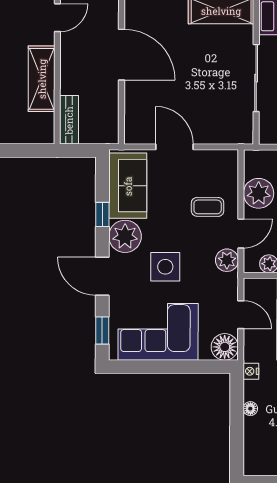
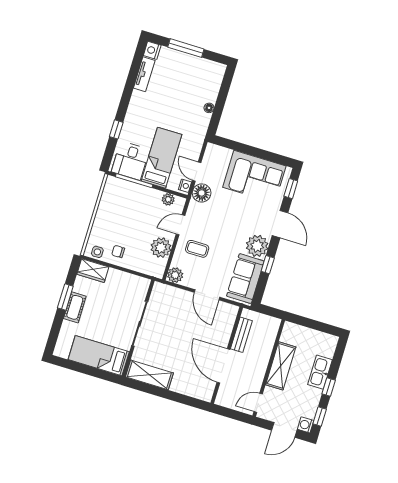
bench: (69, 120) -> (241, 335), moved
plant: (227, 260) -> (175, 275), moved
side table: (165, 267) -> (237, 218), removed
floor lamp: (225, 347) -> (202, 193), moved
nightstand: (251, 371) -> (185, 186), moved

